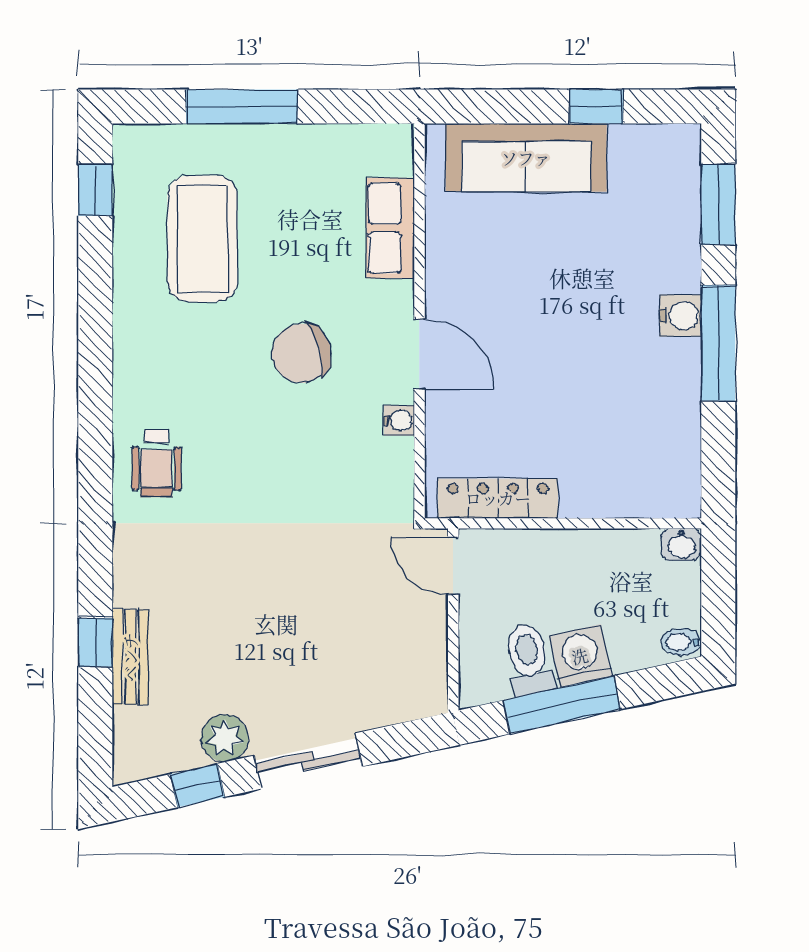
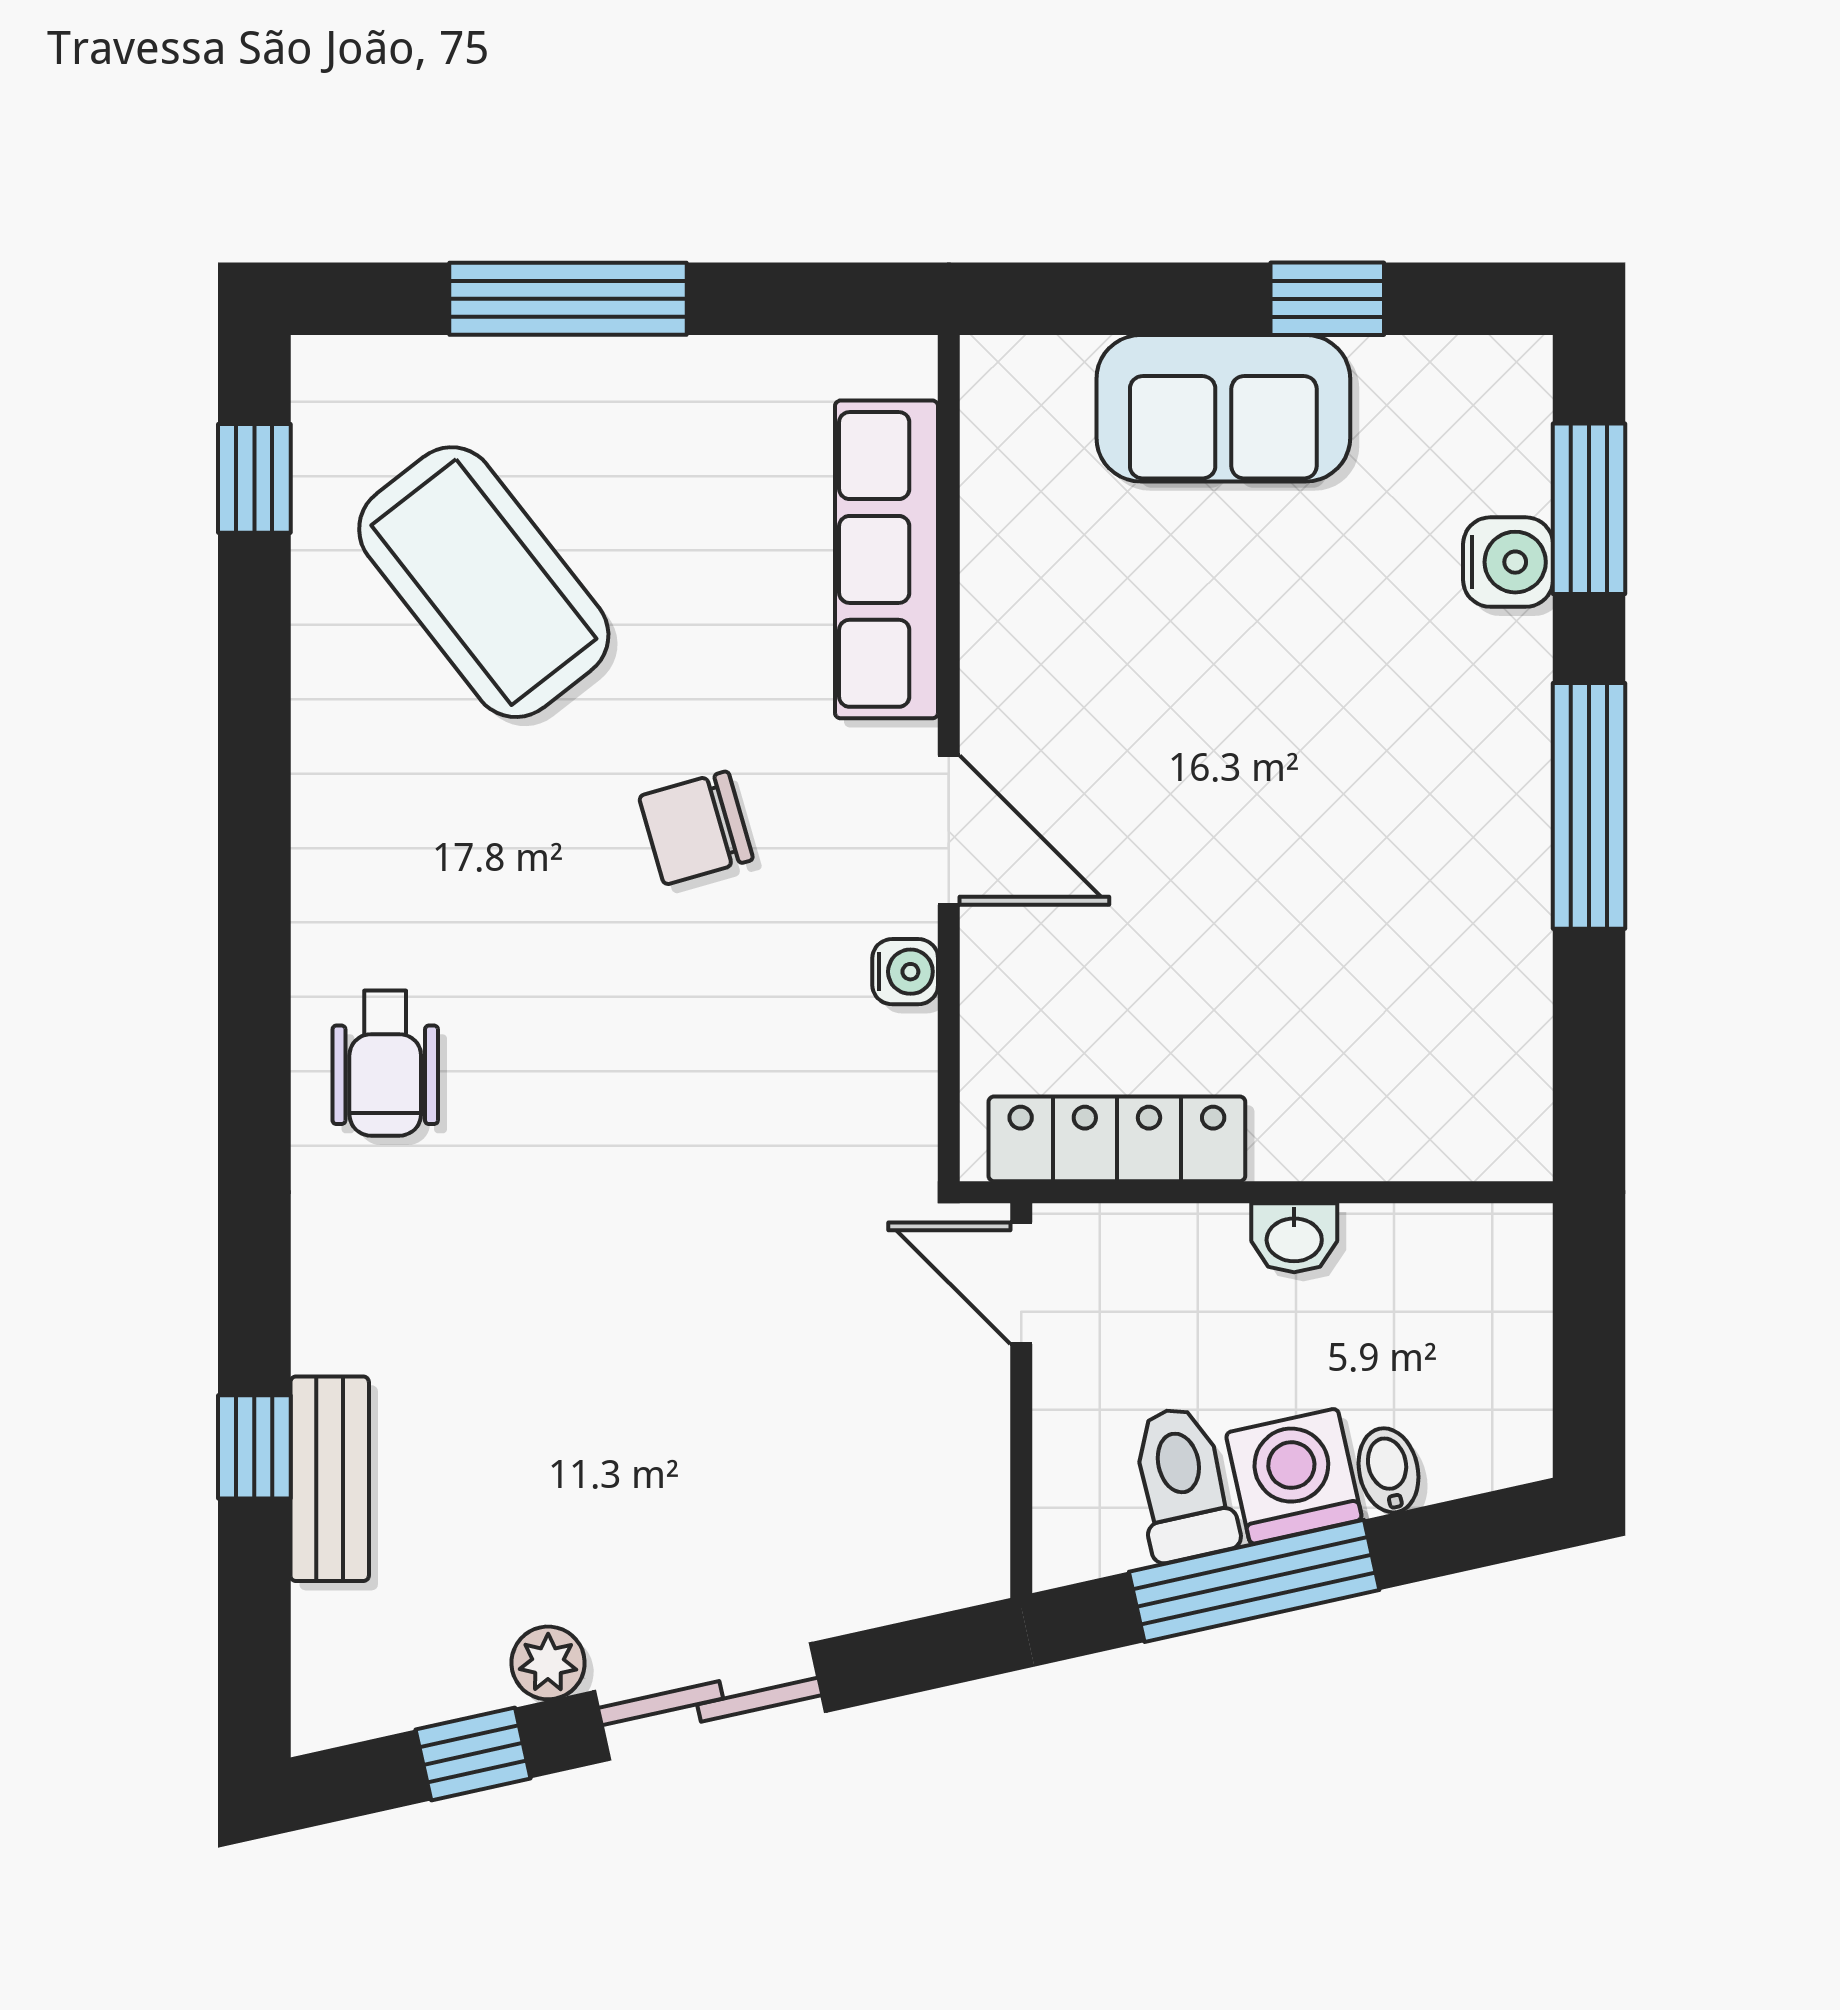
sofa: (526, 158) -> (1223, 408), width x0.73
row of seats: (390, 228) -> (887, 559), width x1.48
coffee table: (202, 239) -> (484, 582), turned -38
water cooler: (680, 316) -> (1508, 562), moved
chair: (301, 353) -> (696, 828), width x0.73, depth x0.73
washbasin: (681, 545) -> (1294, 1238), moved
bidet: (681, 642) -> (1389, 1470), moved, turned 78
plant: (225, 738) -> (548, 1663), width x0.73, depth x0.73

